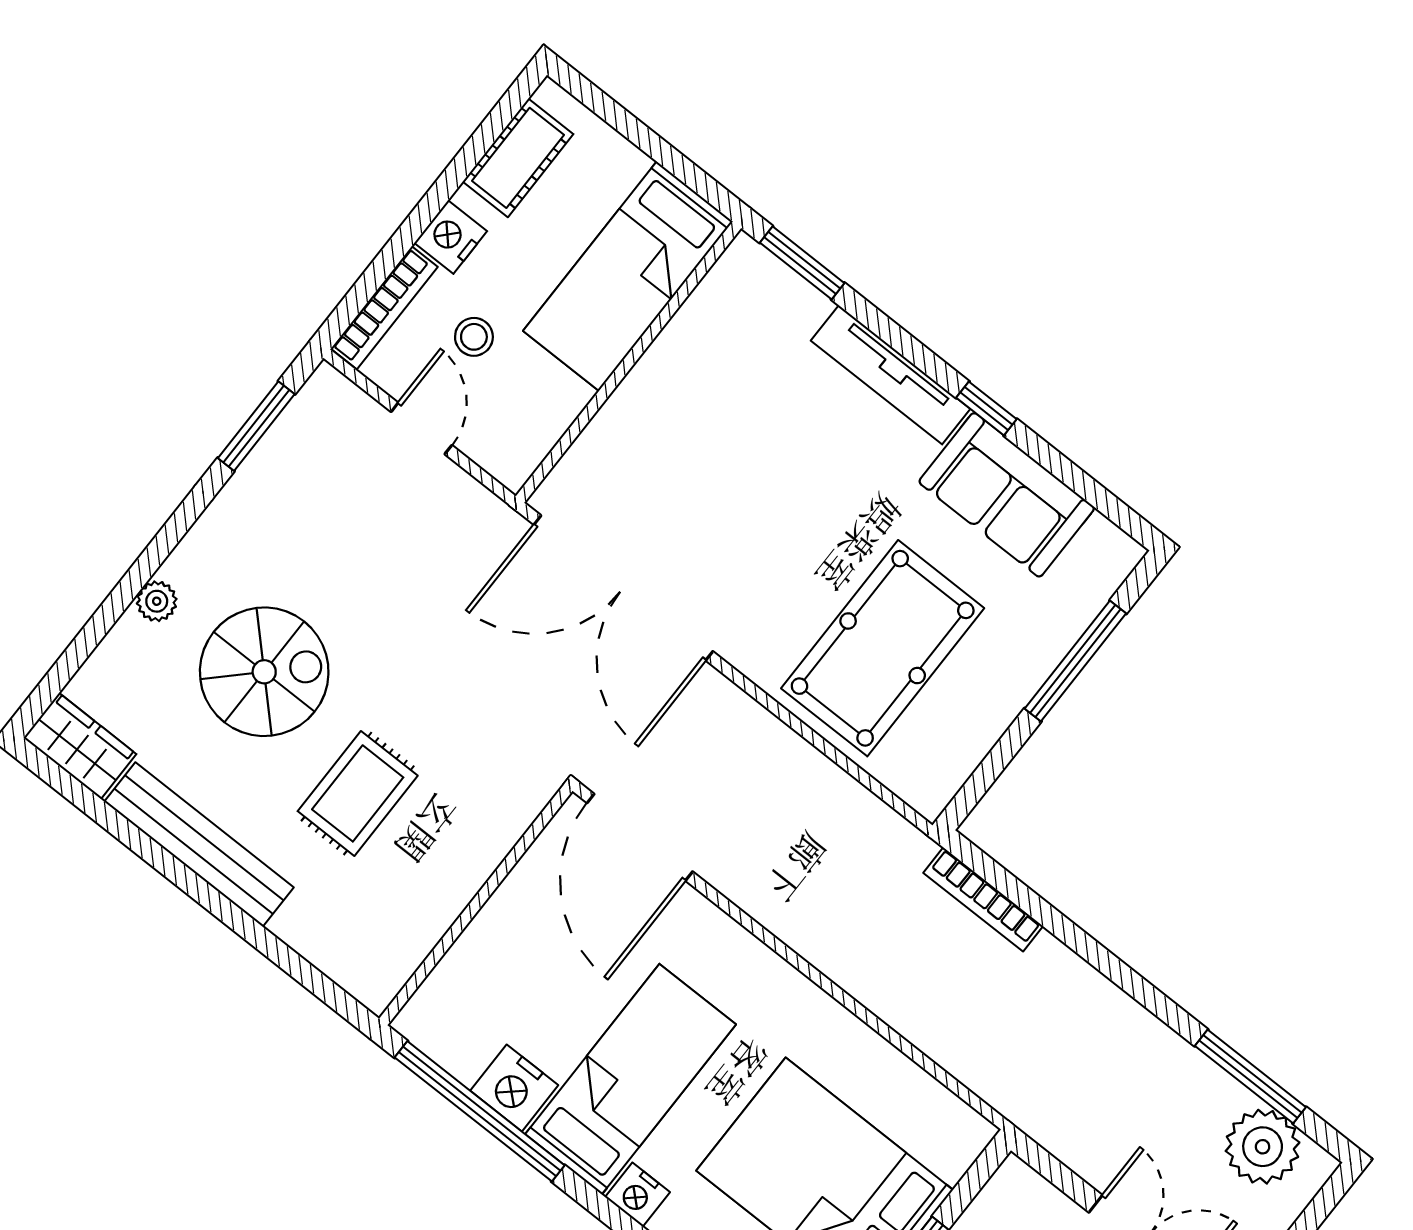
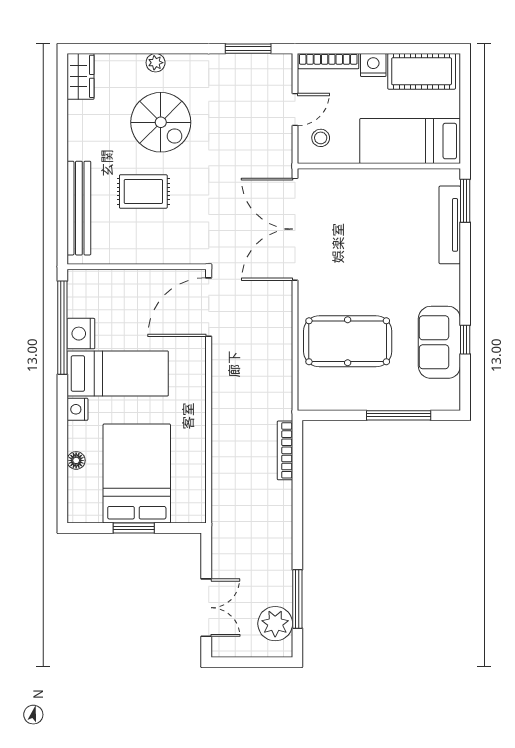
cot: (518, 158) -> (422, 71), width x1.37, depth x1.34
stool: (474, 337) -> (321, 138), moved
tv unit: (891, 375) -> (450, 225), moved
window: (986, 408) -> (465, 340), moved
bench: (199, 845) -> (79, 208), moved

